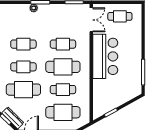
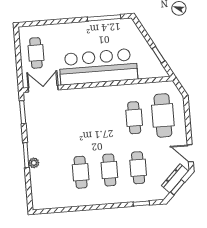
cafe table: (63, 44) -> (77, 122), removed
bar counter: (105, 56) -> (98, 67), width x1.36
cafe table: (63, 67) -> (105, 120), removed
cafe table: (23, 90) -> (138, 168), width x0.73, depth x0.74

